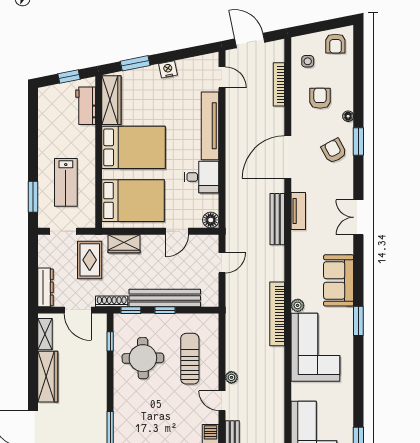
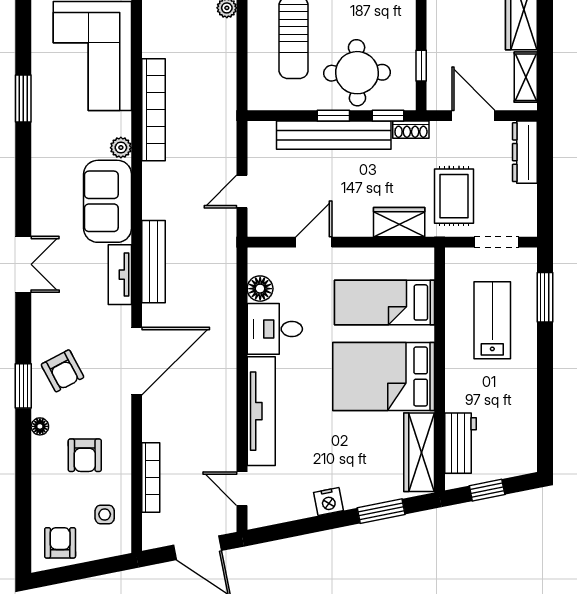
bed: (133, 201) -> (384, 302), width x0.67
floor lamp: (211, 220) -> (260, 289), moved
sofa: (339, 280) -> (108, 201), moved, turned 180
shoe rack: (112, 301) -> (411, 130), width x0.70
plant: (298, 305) -> (121, 148), moved
round table: (143, 358) -> (357, 73), moved

